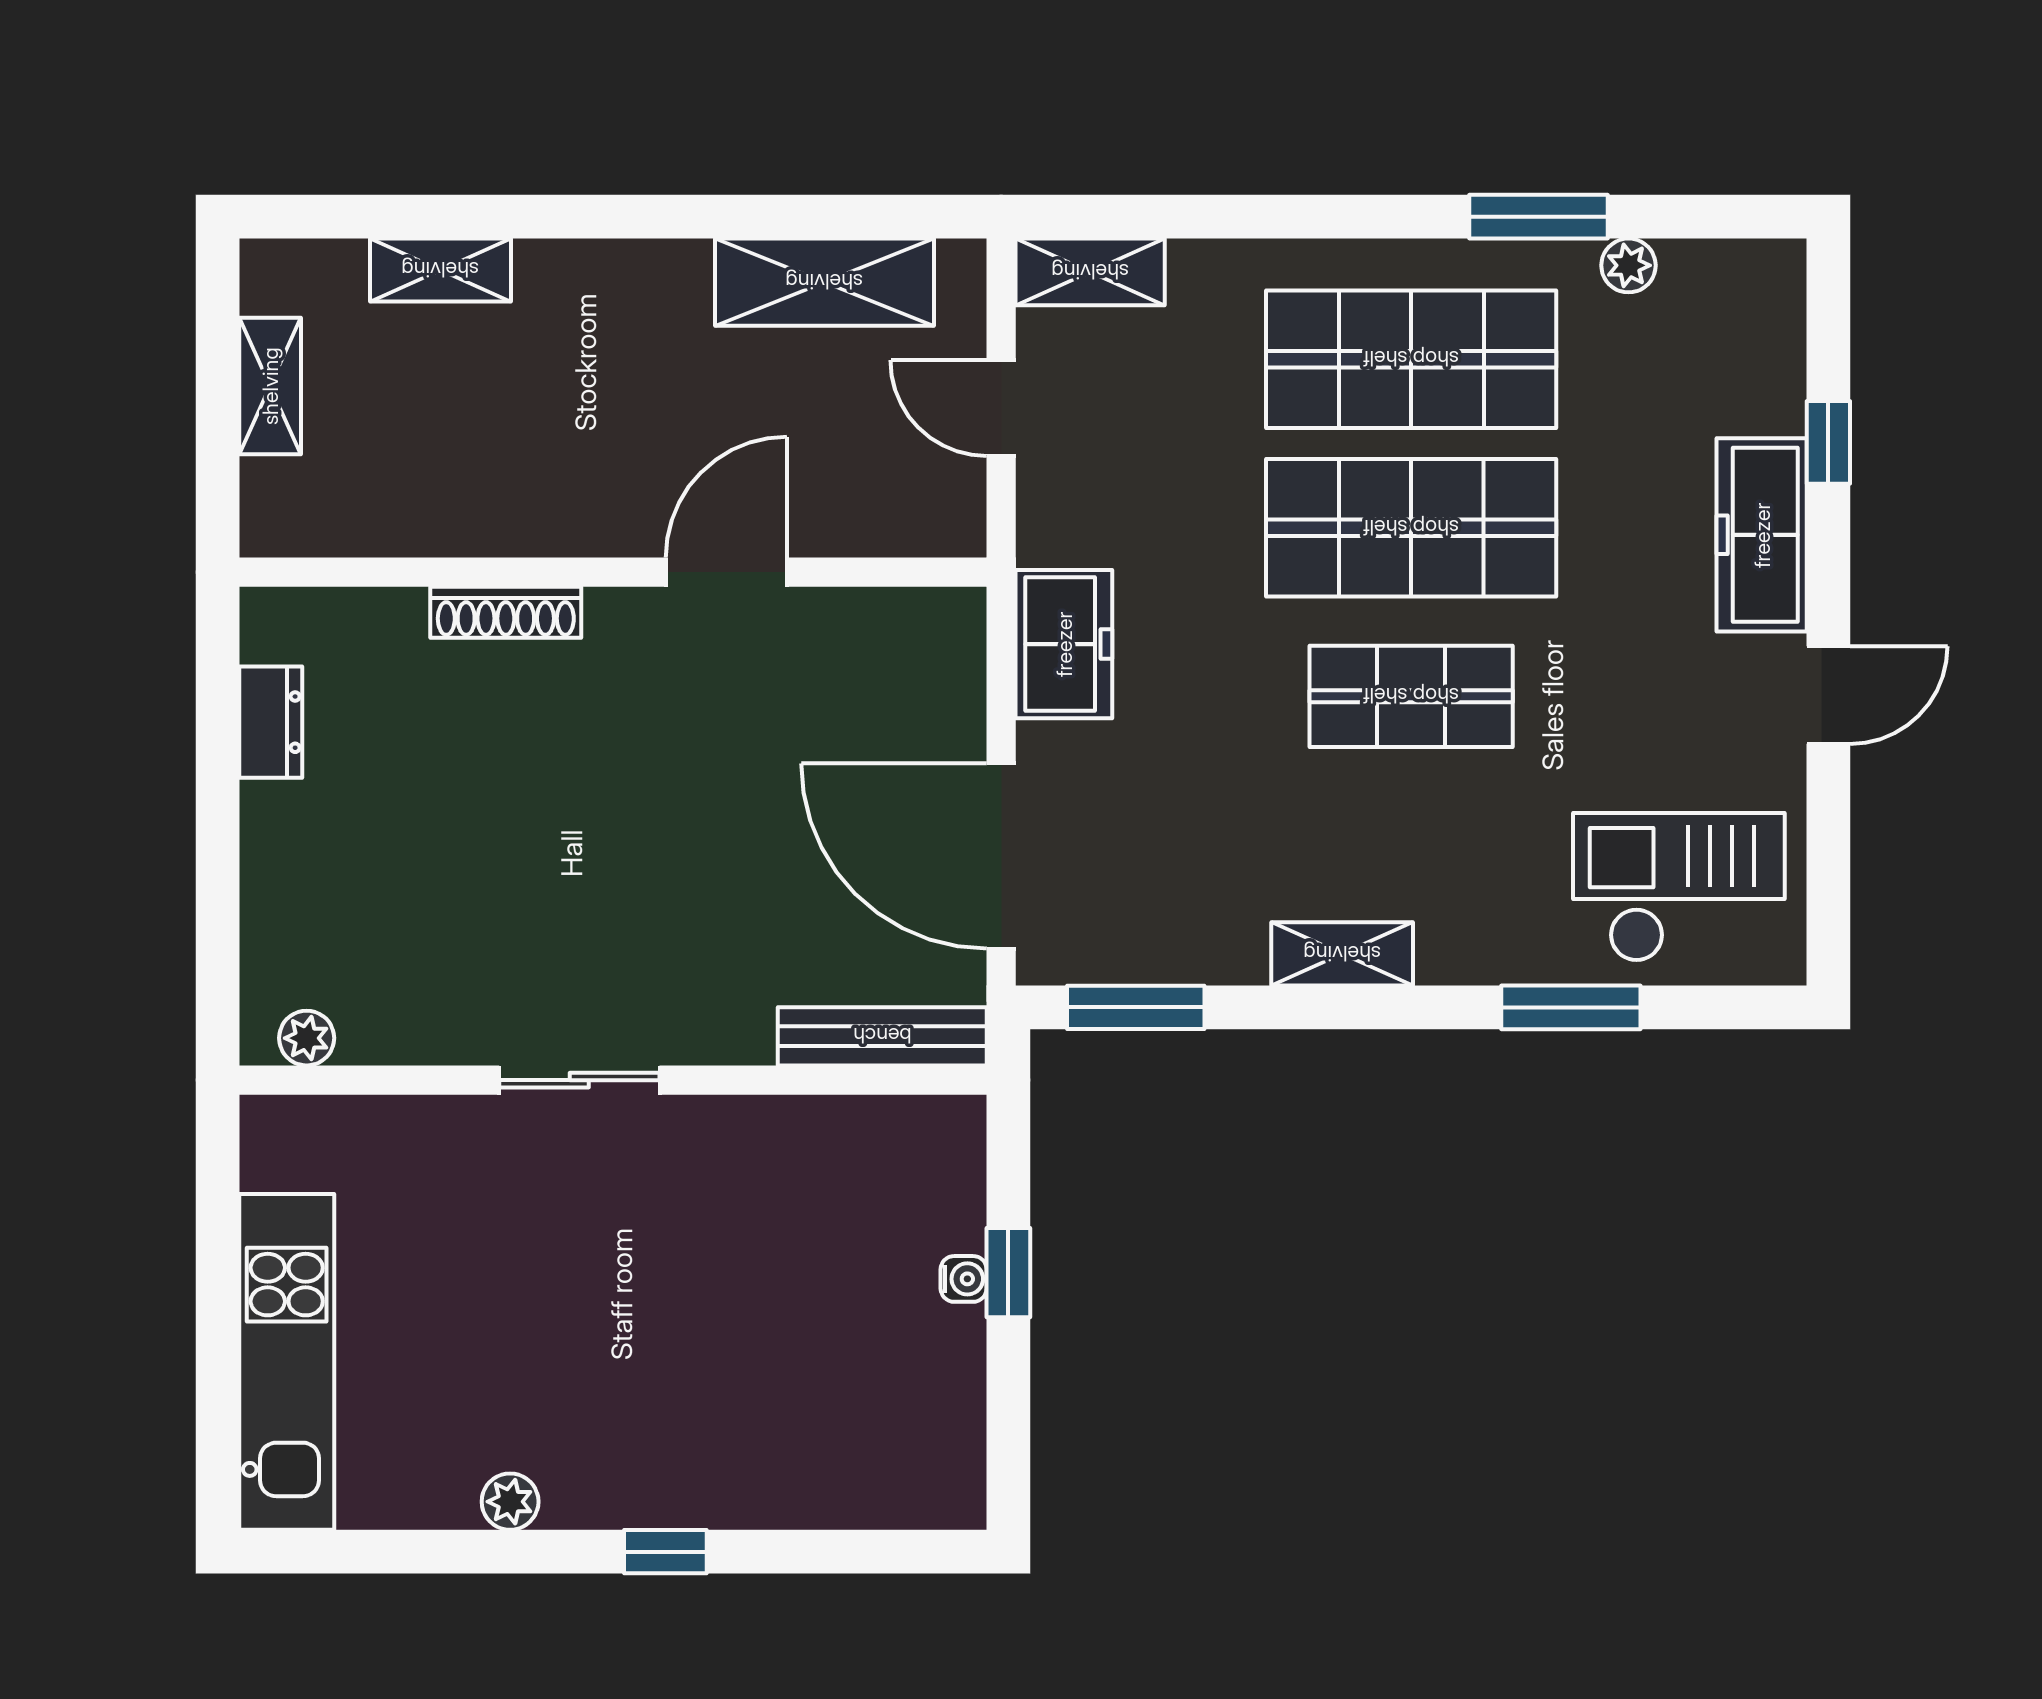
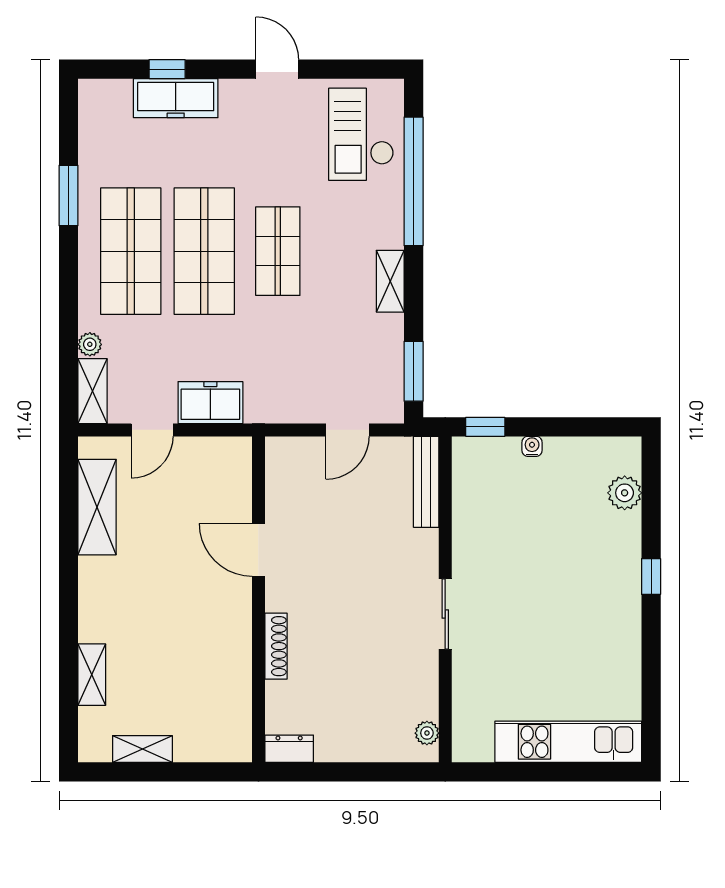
plant: (1628, 265) -> (90, 344), moved
freezer: (1762, 535) -> (176, 98), moved
wall: (613, 572) -> (258, 599), moved
door: (726, 572) -> (258, 550), moved
shoe rack: (506, 612) -> (276, 646), moved
freezer: (1064, 644) -> (210, 403), moved
door: (1001, 856) -> (347, 430), width x0.53
window: (1571, 1007) -> (414, 181), width x2.11
window: (1008, 1273) -> (485, 427), moved
plant: (510, 1502) -> (625, 493), moved, width x1.38, depth x1.38

